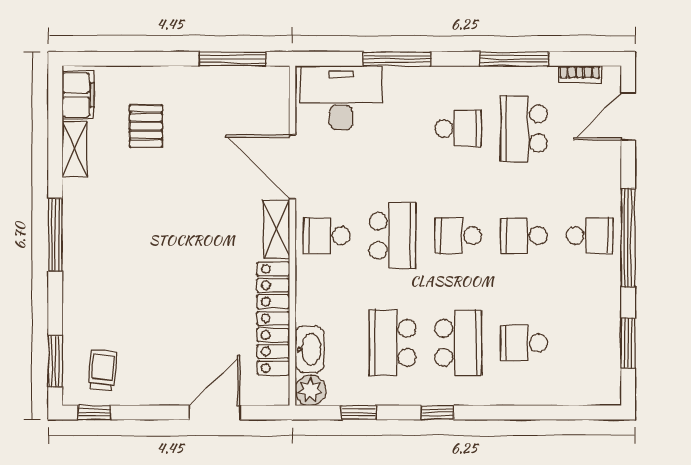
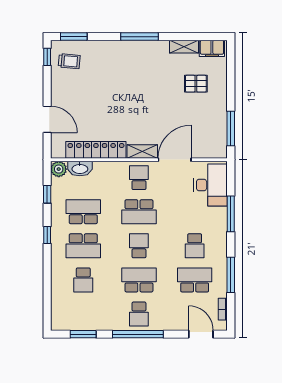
school desk: (524, 236) -> (139, 280), width x1.85
school desk: (524, 343) -> (83, 280), turned 180

